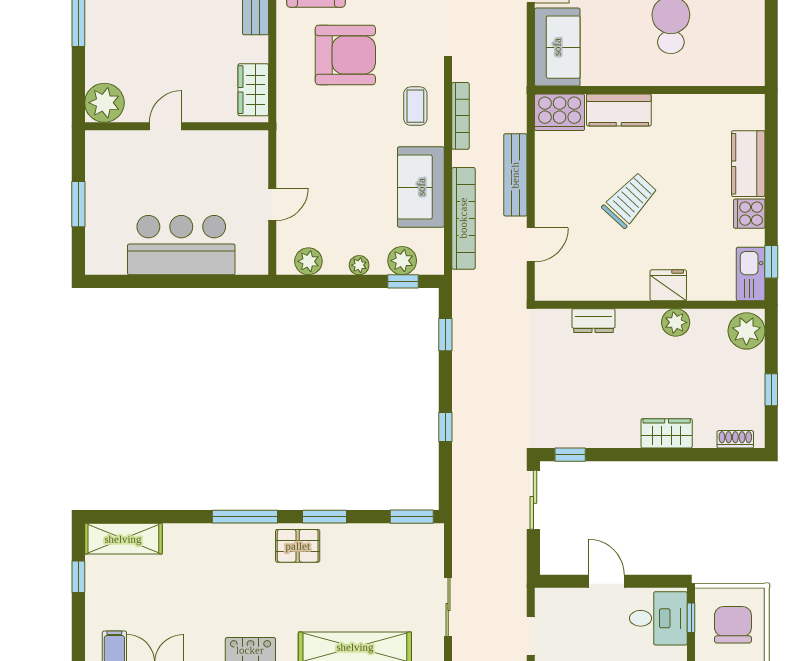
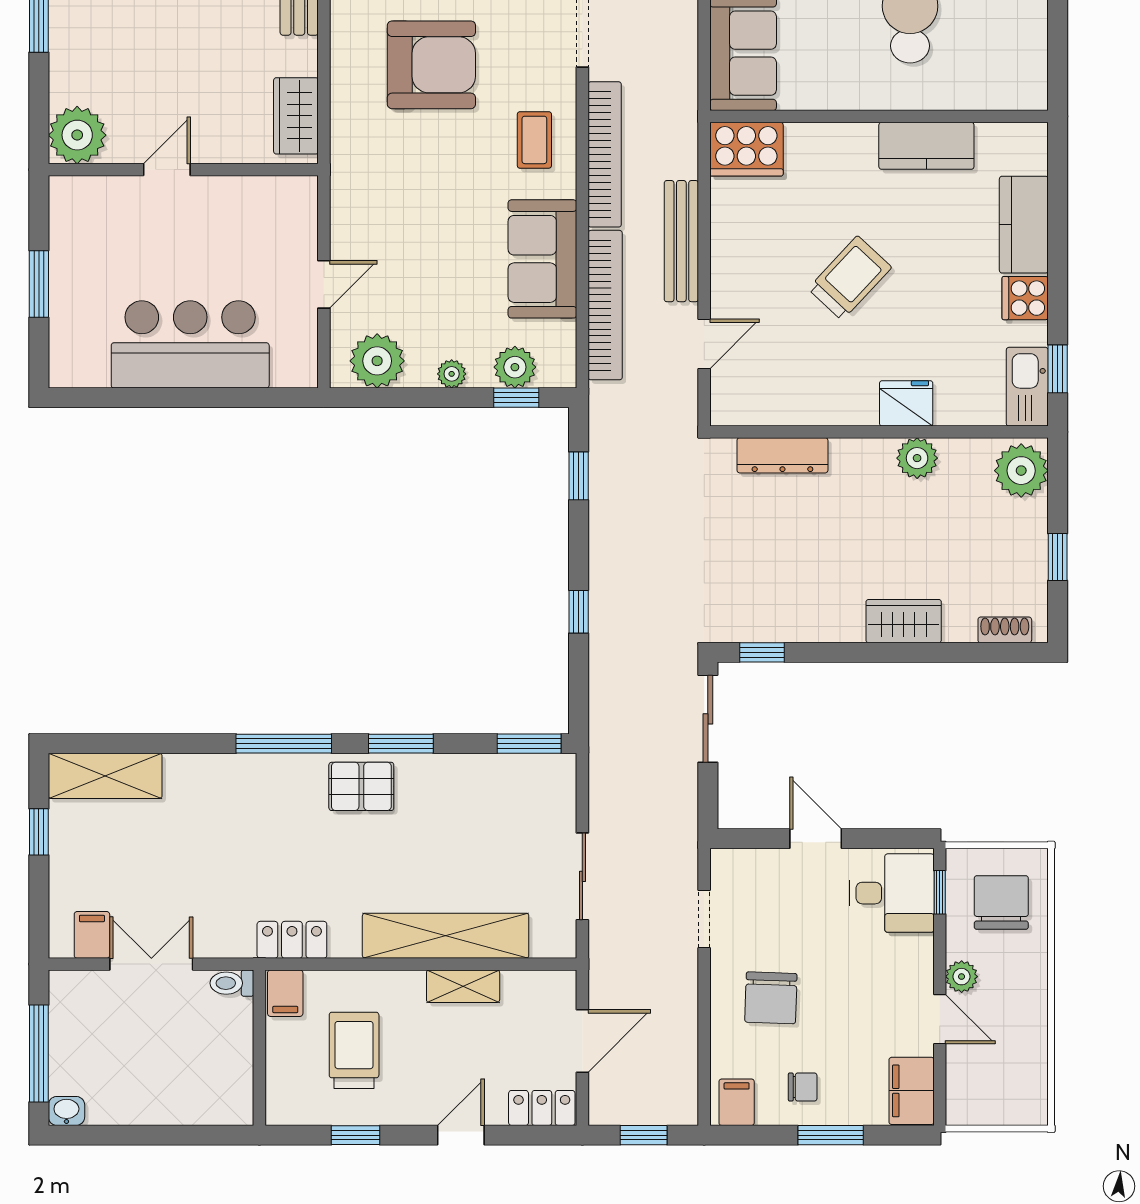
kitchen counter: (619, 110) -> (926, 146), moved
bookcase: (460, 116) -> (605, 154), width x1.48, depth x1.31
plant: (308, 261) -> (377, 361), width x1.36, depth x1.36
dresser: (593, 321) -> (782, 455), width x1.44

